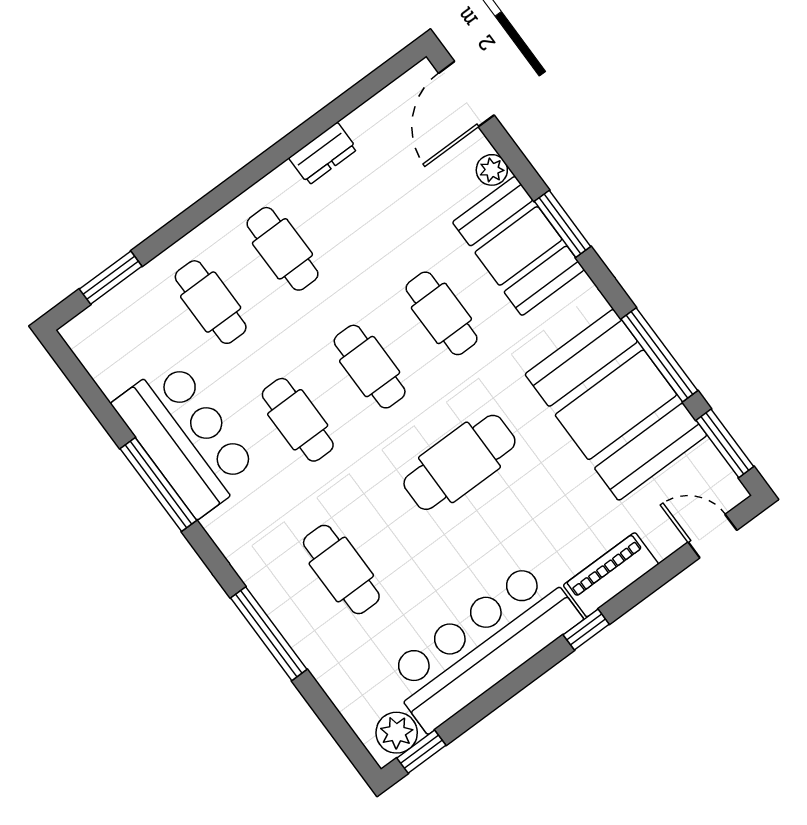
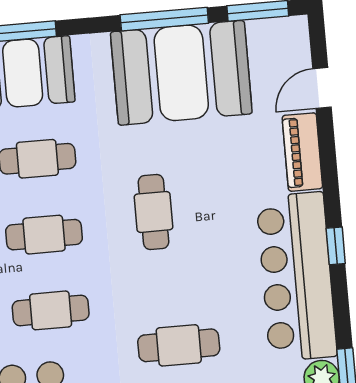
cafe table: (459, 462) -> (154, 212), width x0.73, depth x0.74
door: (712, 536) -> (322, 88), moved
window: (586, 630) -> (336, 246), moved

